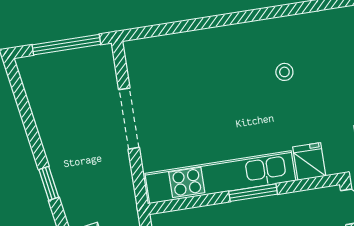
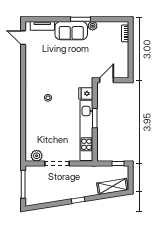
plant: (140, 66) -> (37, 156), added

